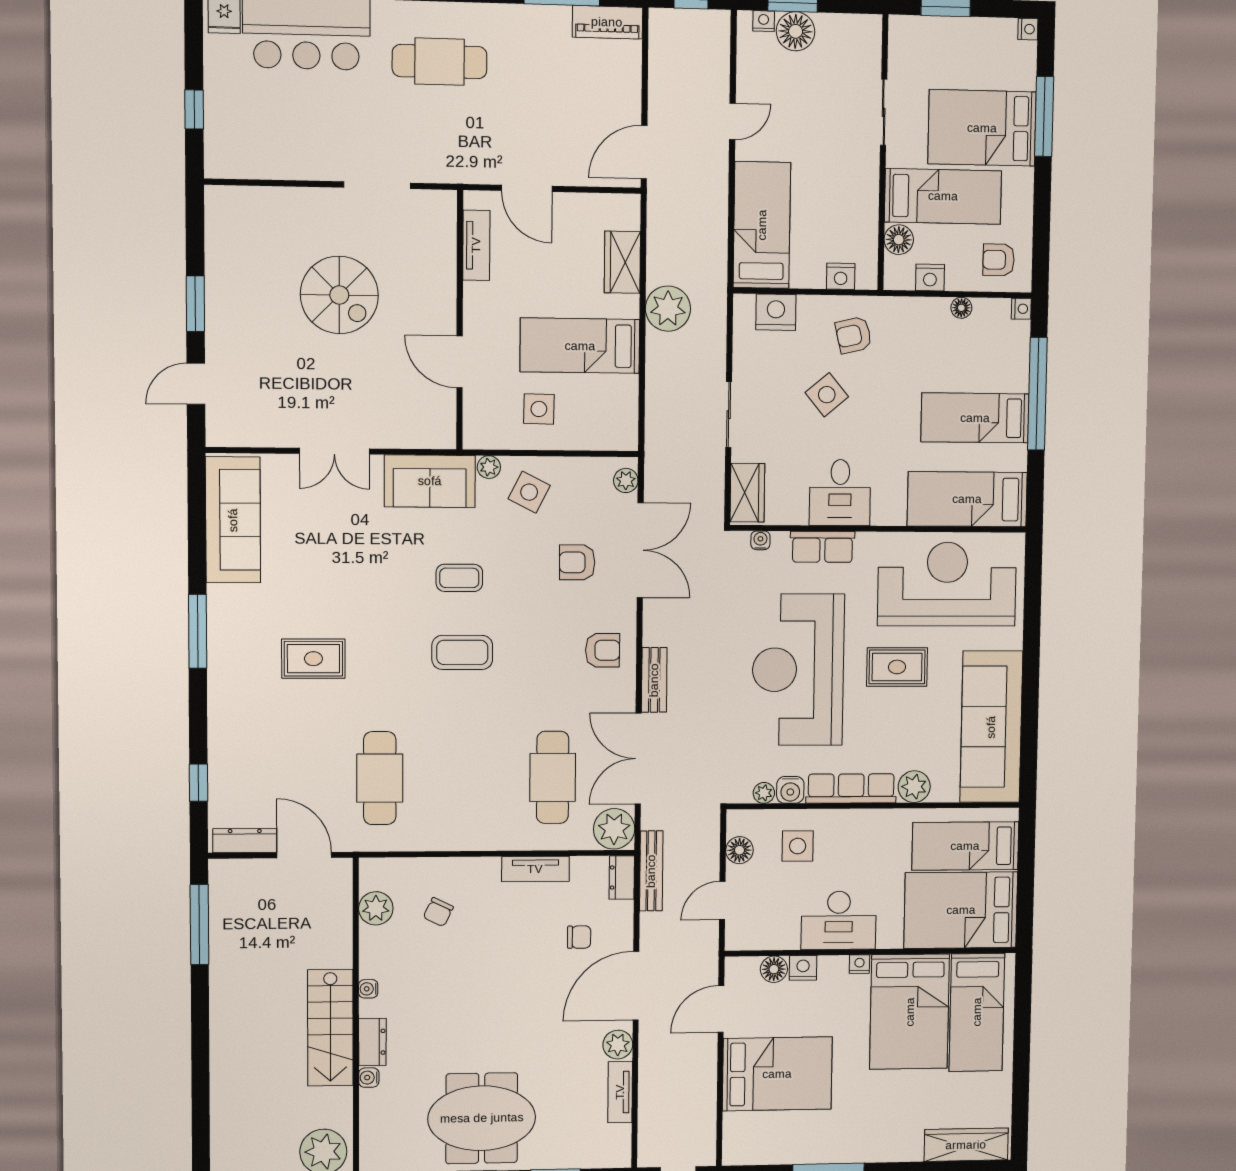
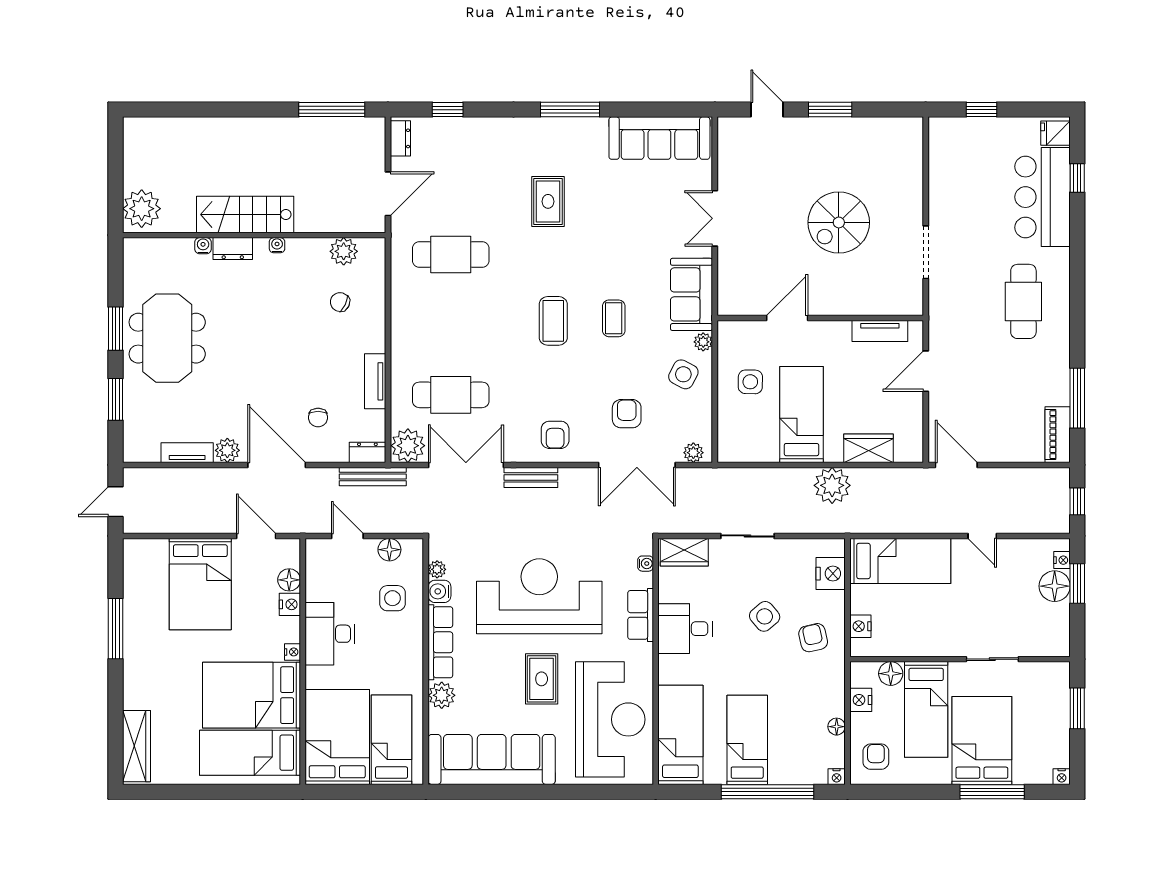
dresser: (245, 841) -> (400, 138), width x0.70

